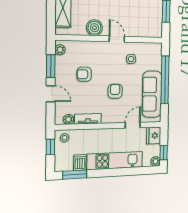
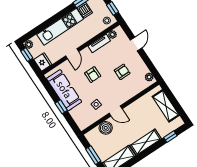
boiler: (94, 28) -> (106, 128), moved
window: (51, 66) -> (148, 62), removed
window: (165, 80) -> (61, 107), width x0.32
door: (51, 94) -> (136, 44), swing flipped
door: (133, 125) -> (72, 54), moved

